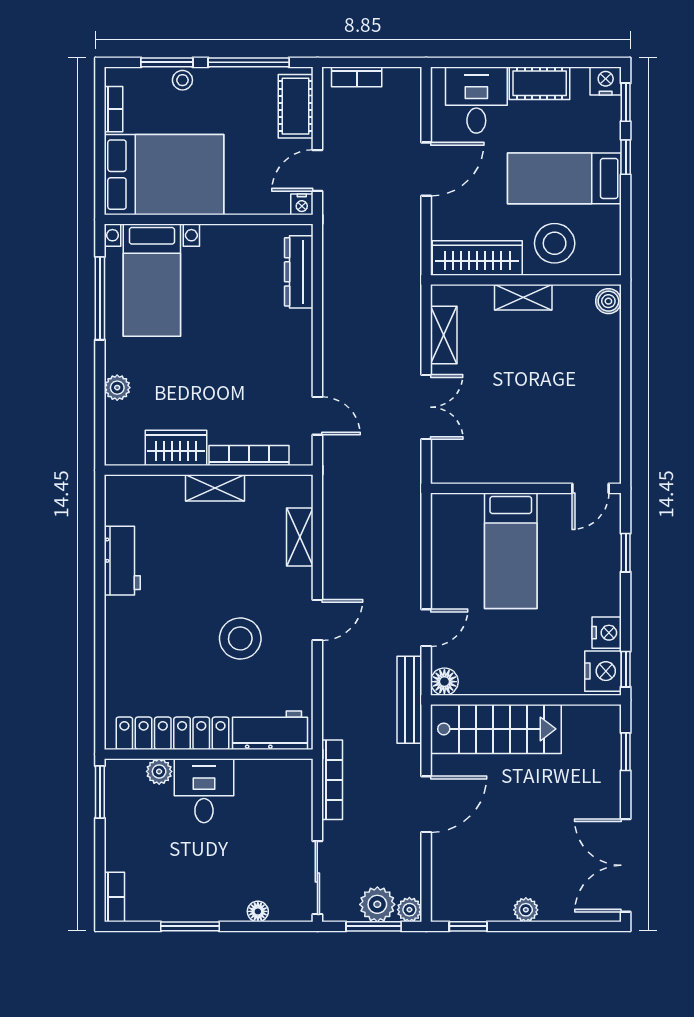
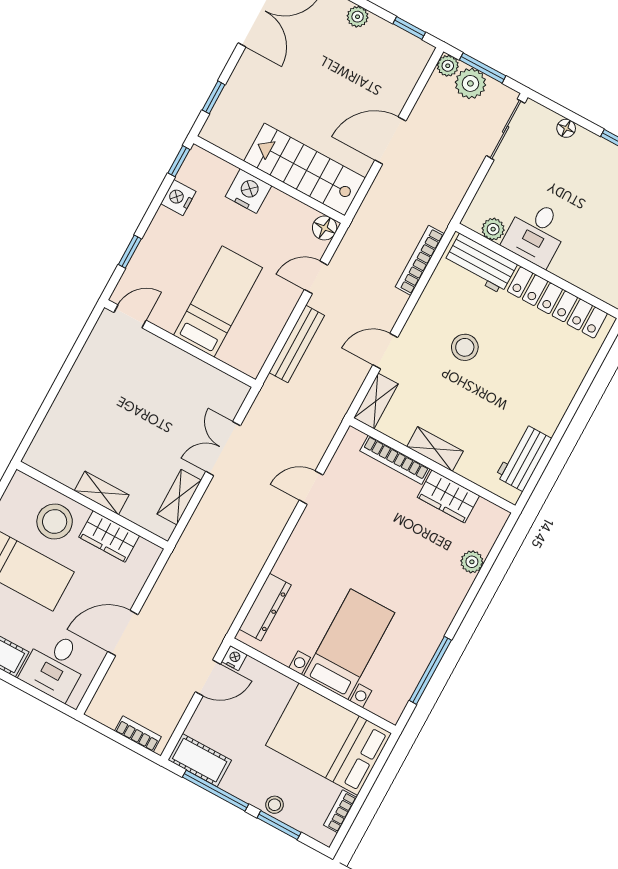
cot: (296, 106) -> (200, 760), moved, turned 90
wardrobe: (477, 258) -> (109, 536), width x0.67
bed with nightstands: (152, 280) -> (349, 644), moved
boiler: (608, 301) -> (37, 454), removed
plant: (117, 388) -> (472, 562), moved
door: (317, 416) -> (311, 488), hinge flipped
wardrobe: (176, 448) -> (448, 496), moved
bookcase: (249, 455) -> (395, 460), moved
wall: (209, 470) -> (432, 465), moved
shelving: (215, 488) -> (435, 449), moved
door: (317, 620) -> (385, 351), moved
stool: (240, 638) -> (465, 347), width x0.73, depth x0.73
nightstand: (603, 671) -> (248, 191), moved, turned 90
bench: (409, 700) -> (297, 344), moved
plant: (159, 771) -> (493, 229), moved
bookcase: (332, 780) -> (420, 260), moved
desk: (204, 791) -> (536, 233), moved

